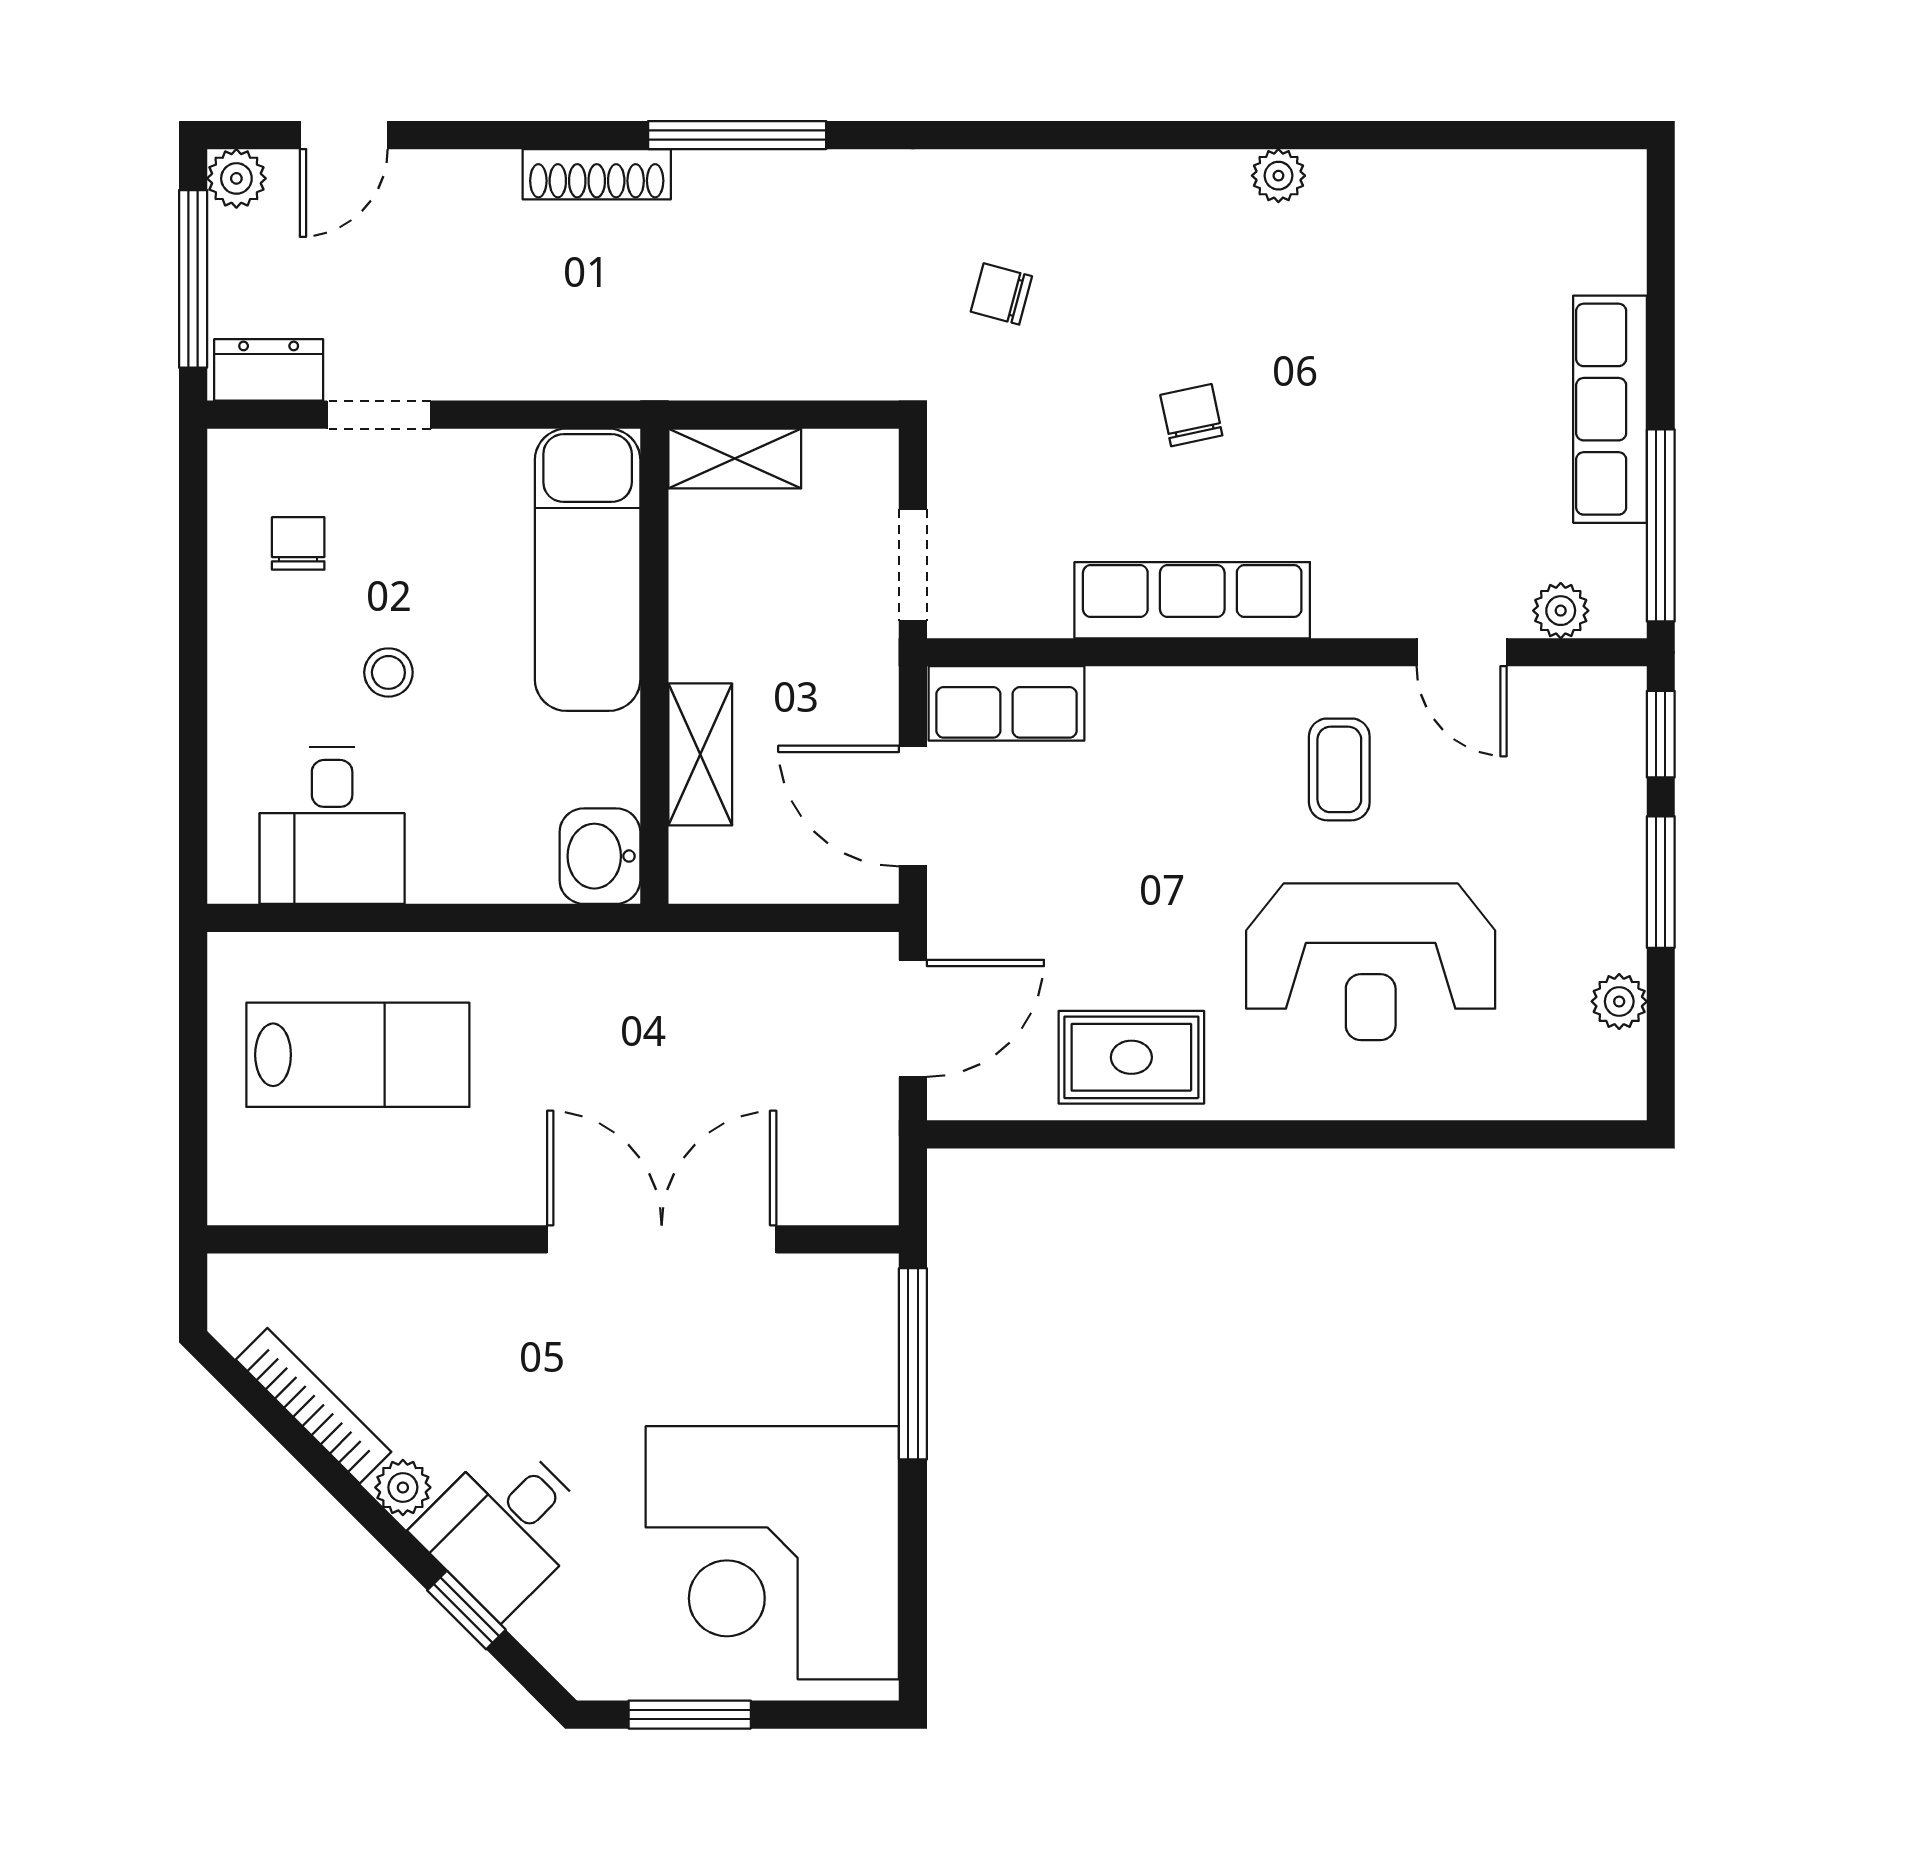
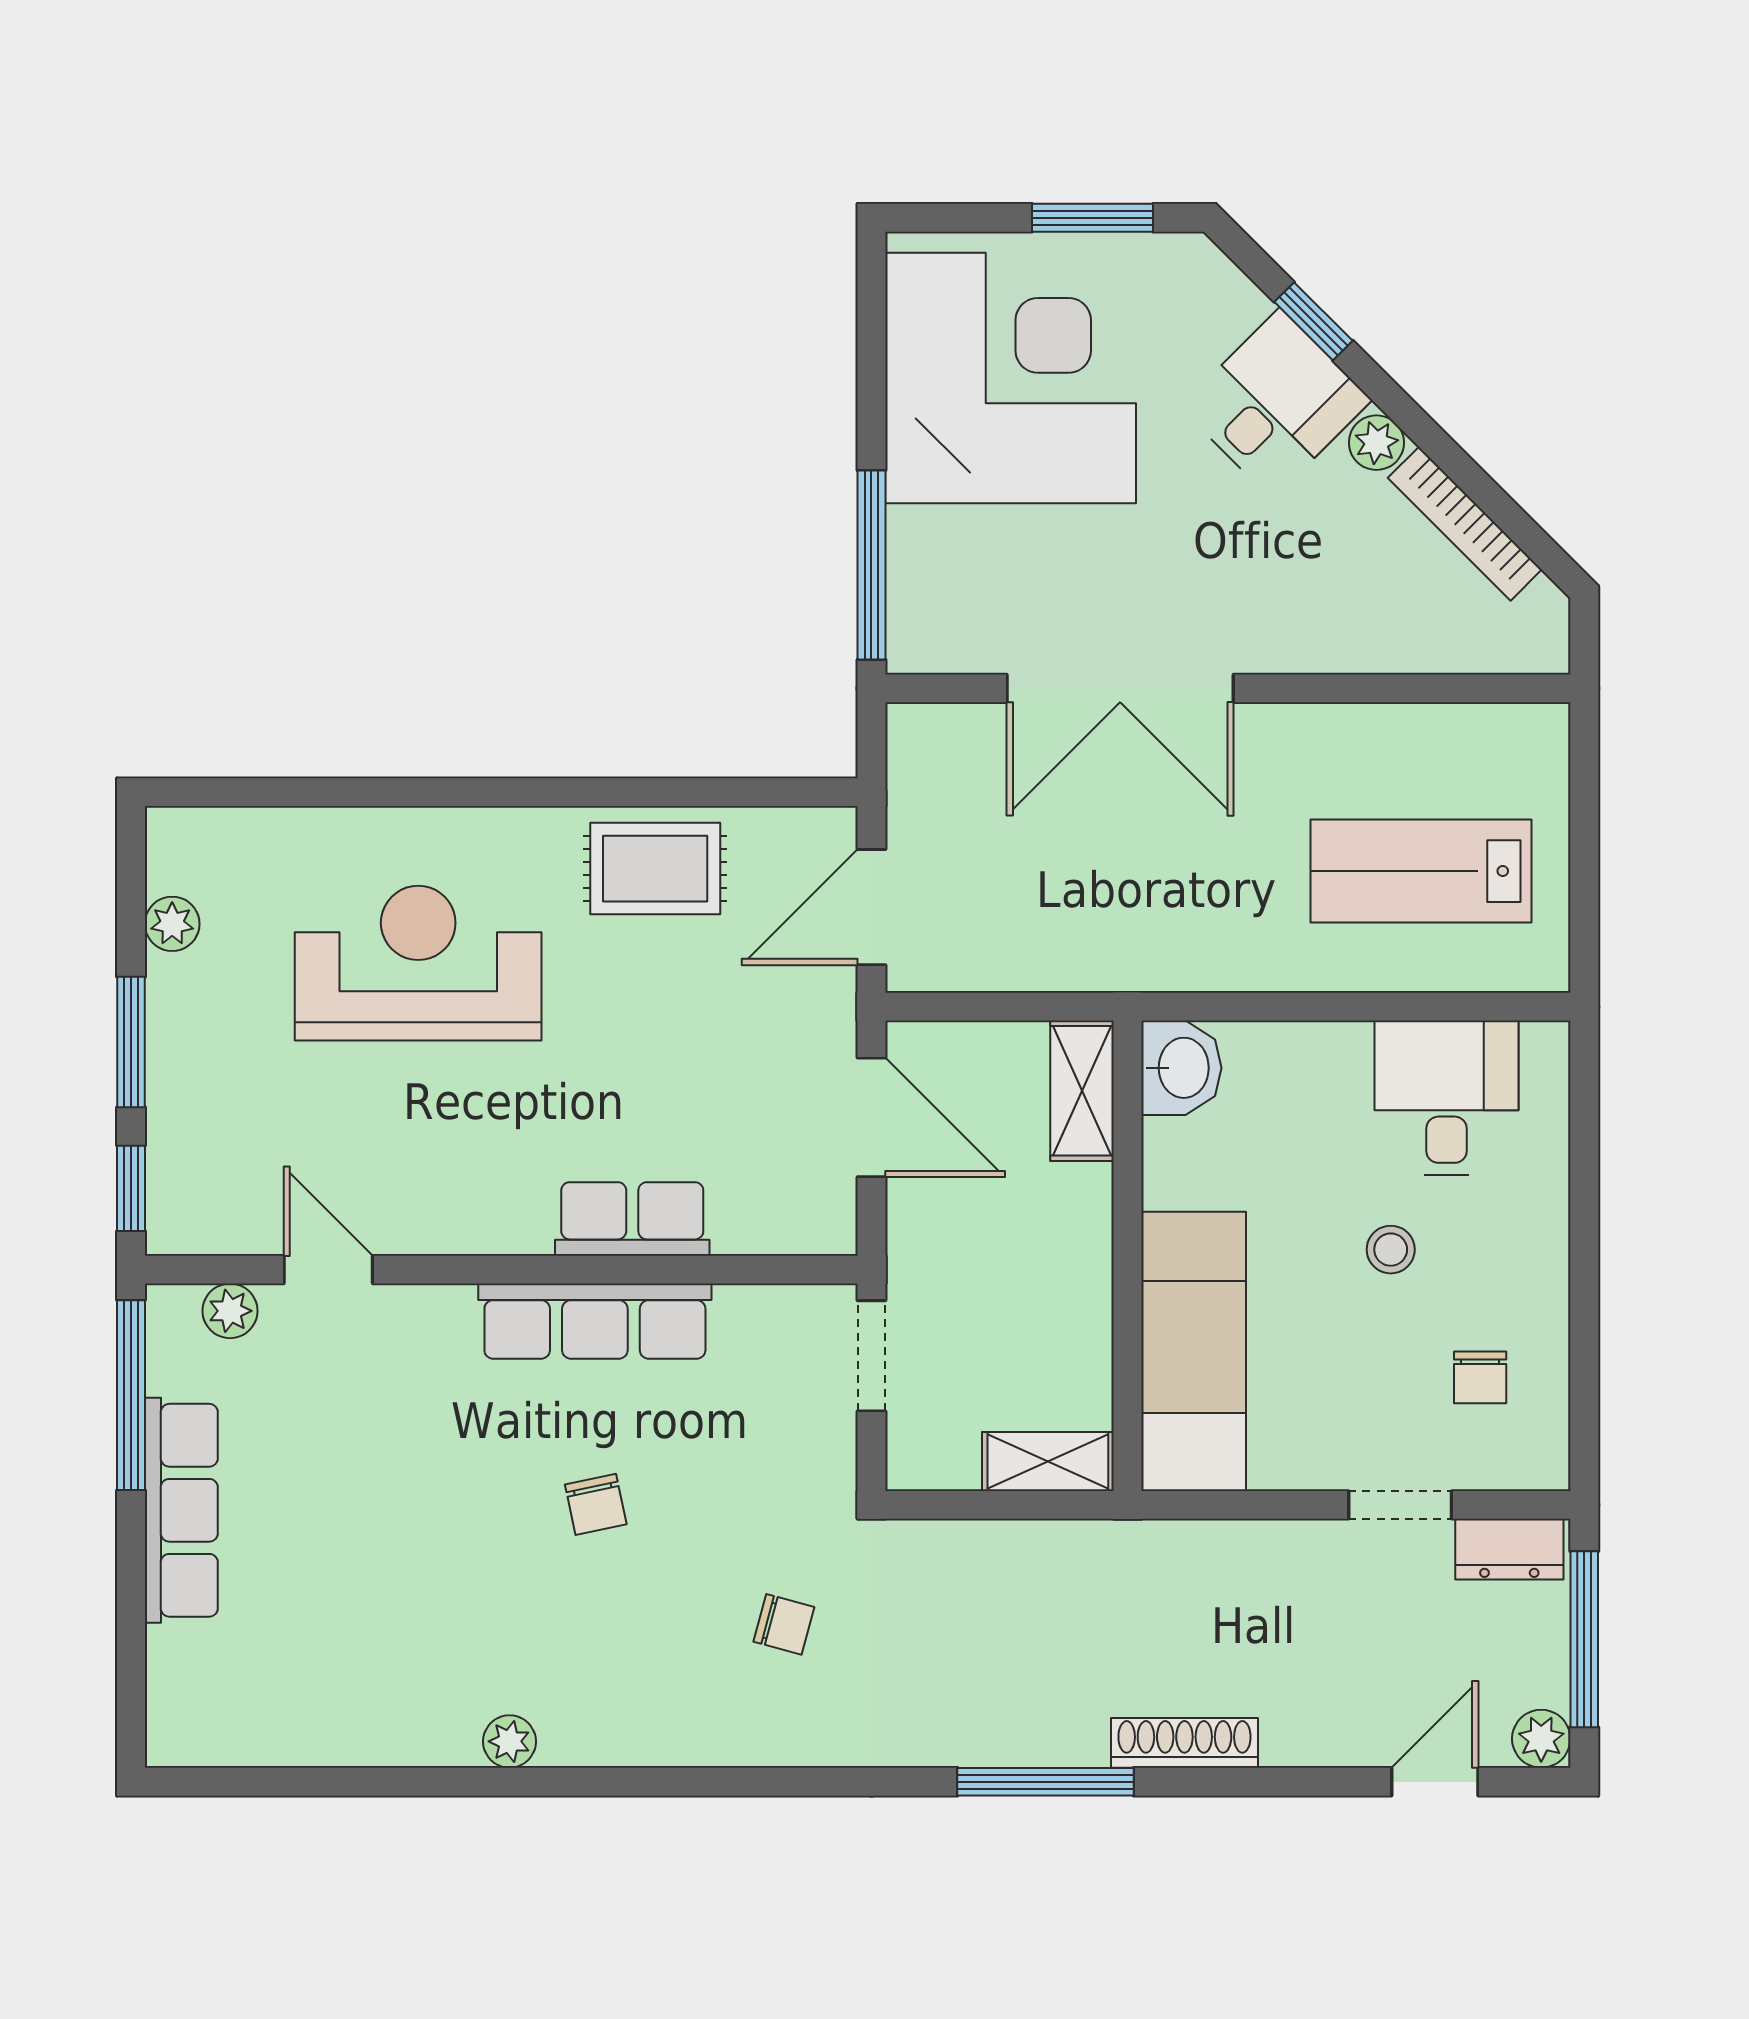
row of seats: (1007, 703) -> (632, 1219), moved
shelving: (700, 754) -> (1082, 1091), moved
coffee table: (1339, 769) -> (449, 1154), removed

